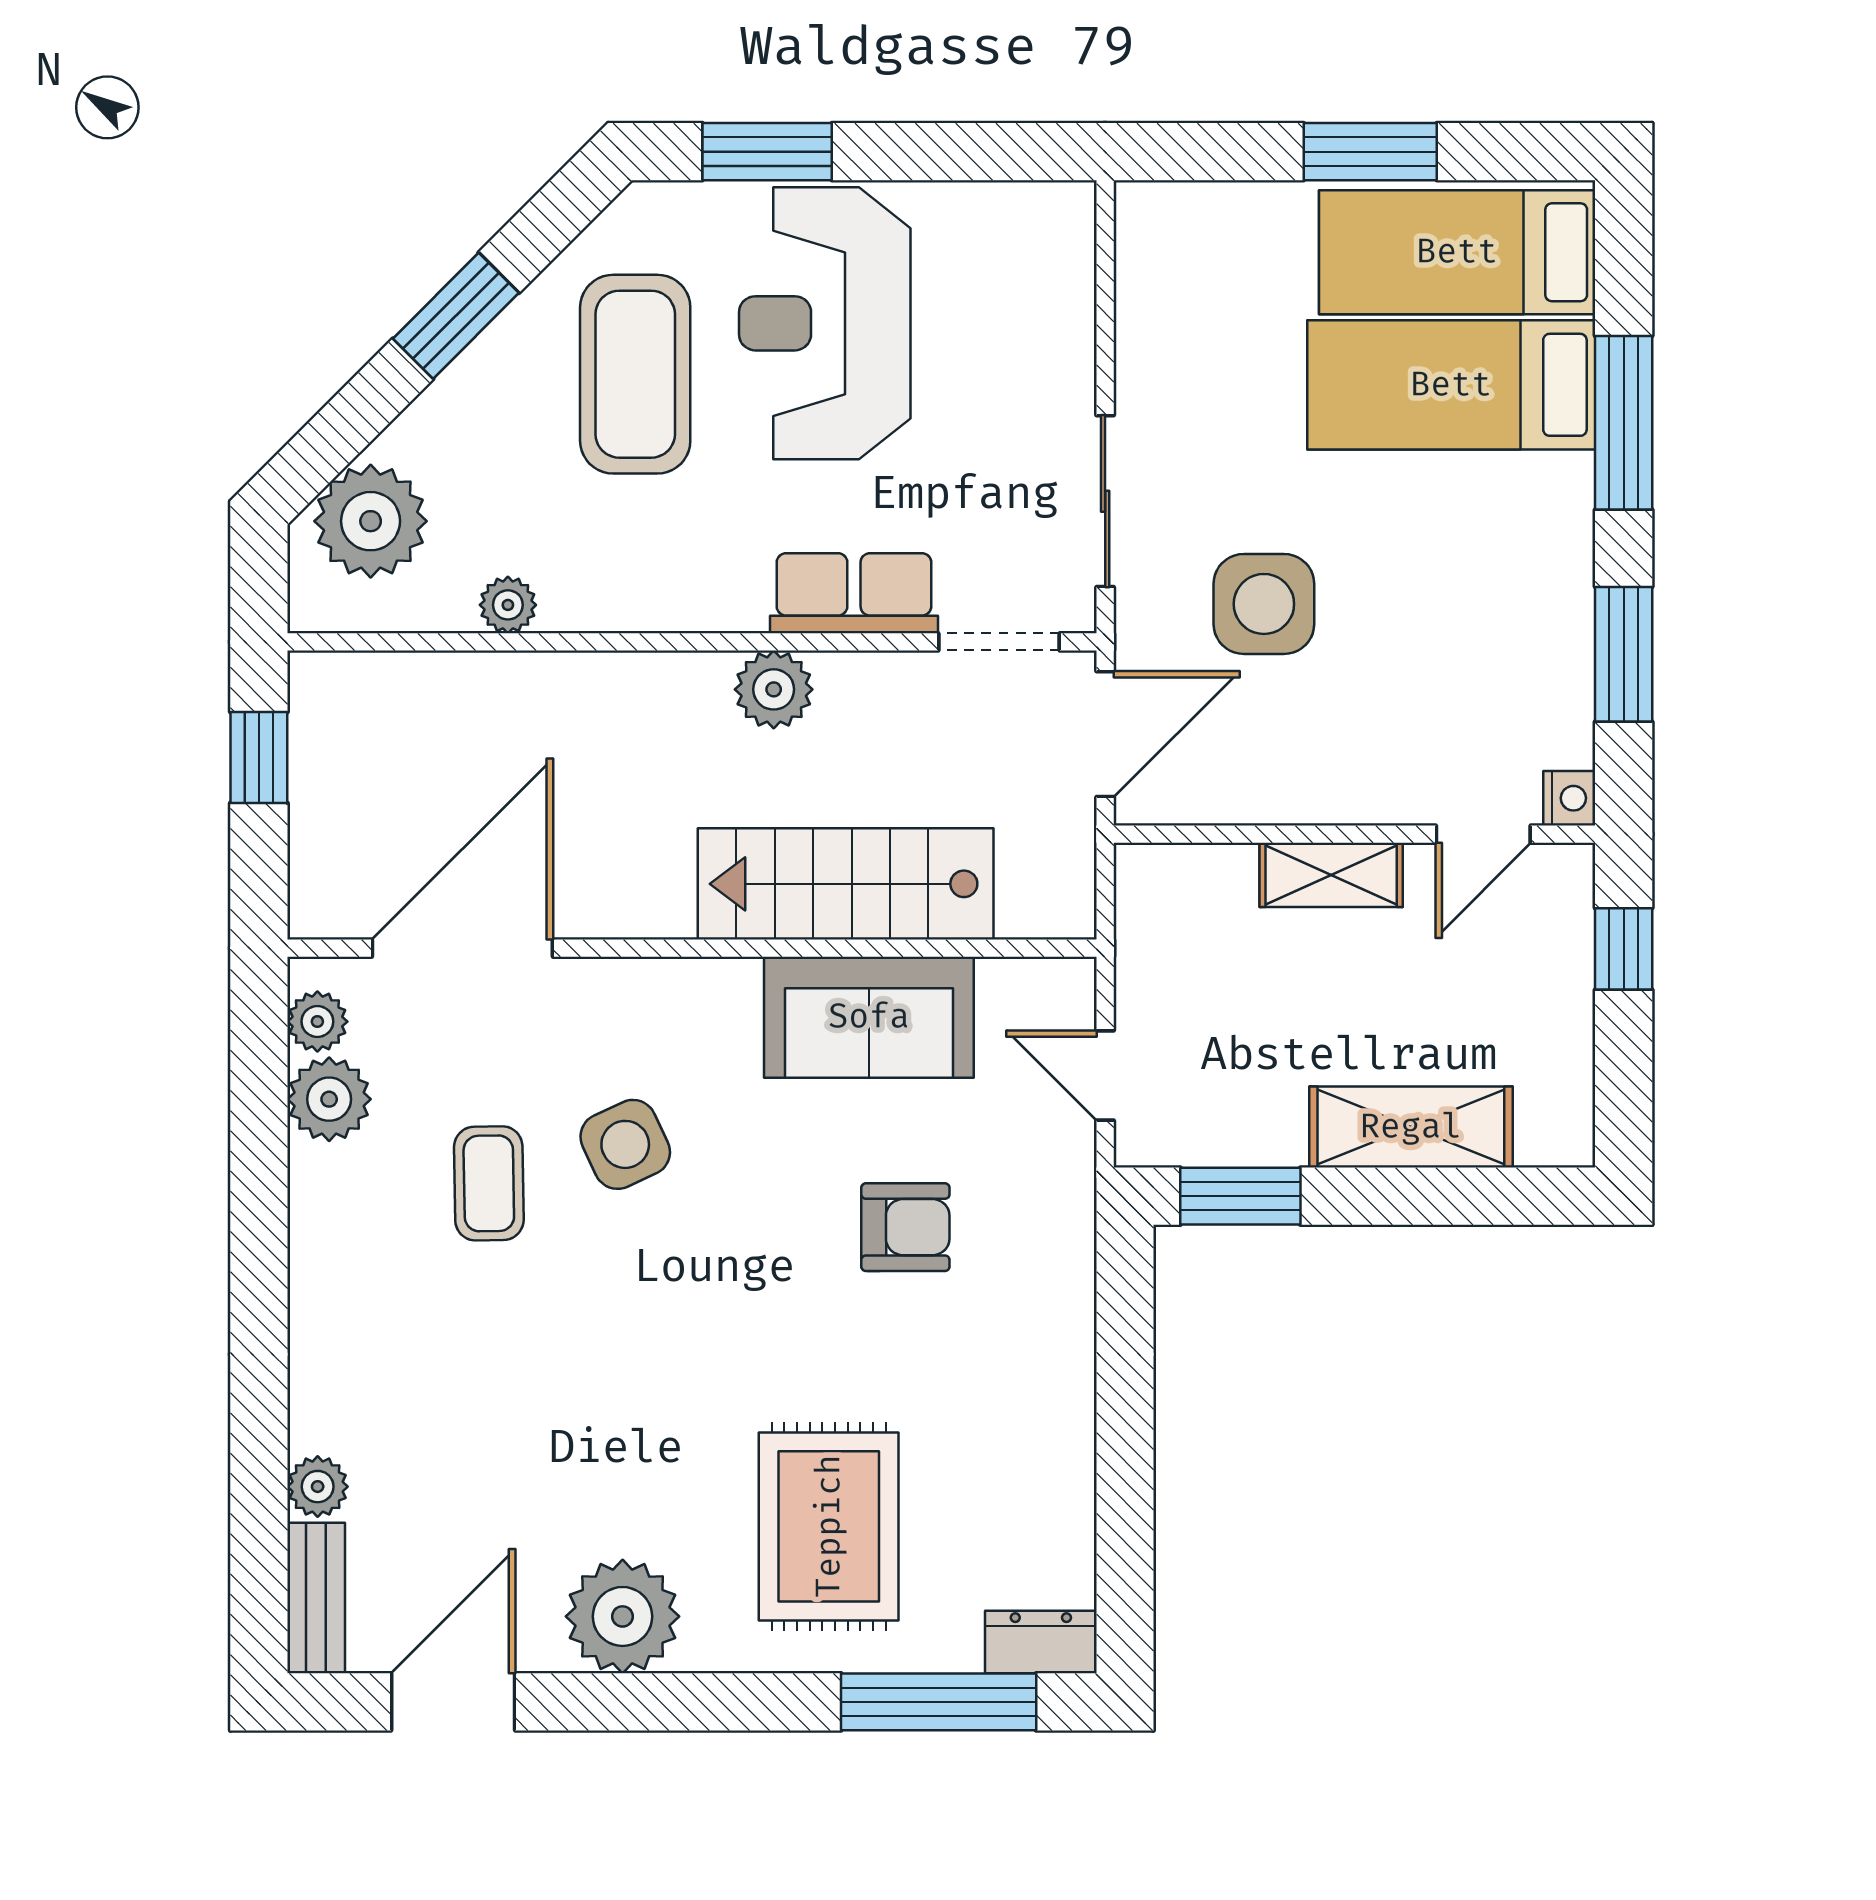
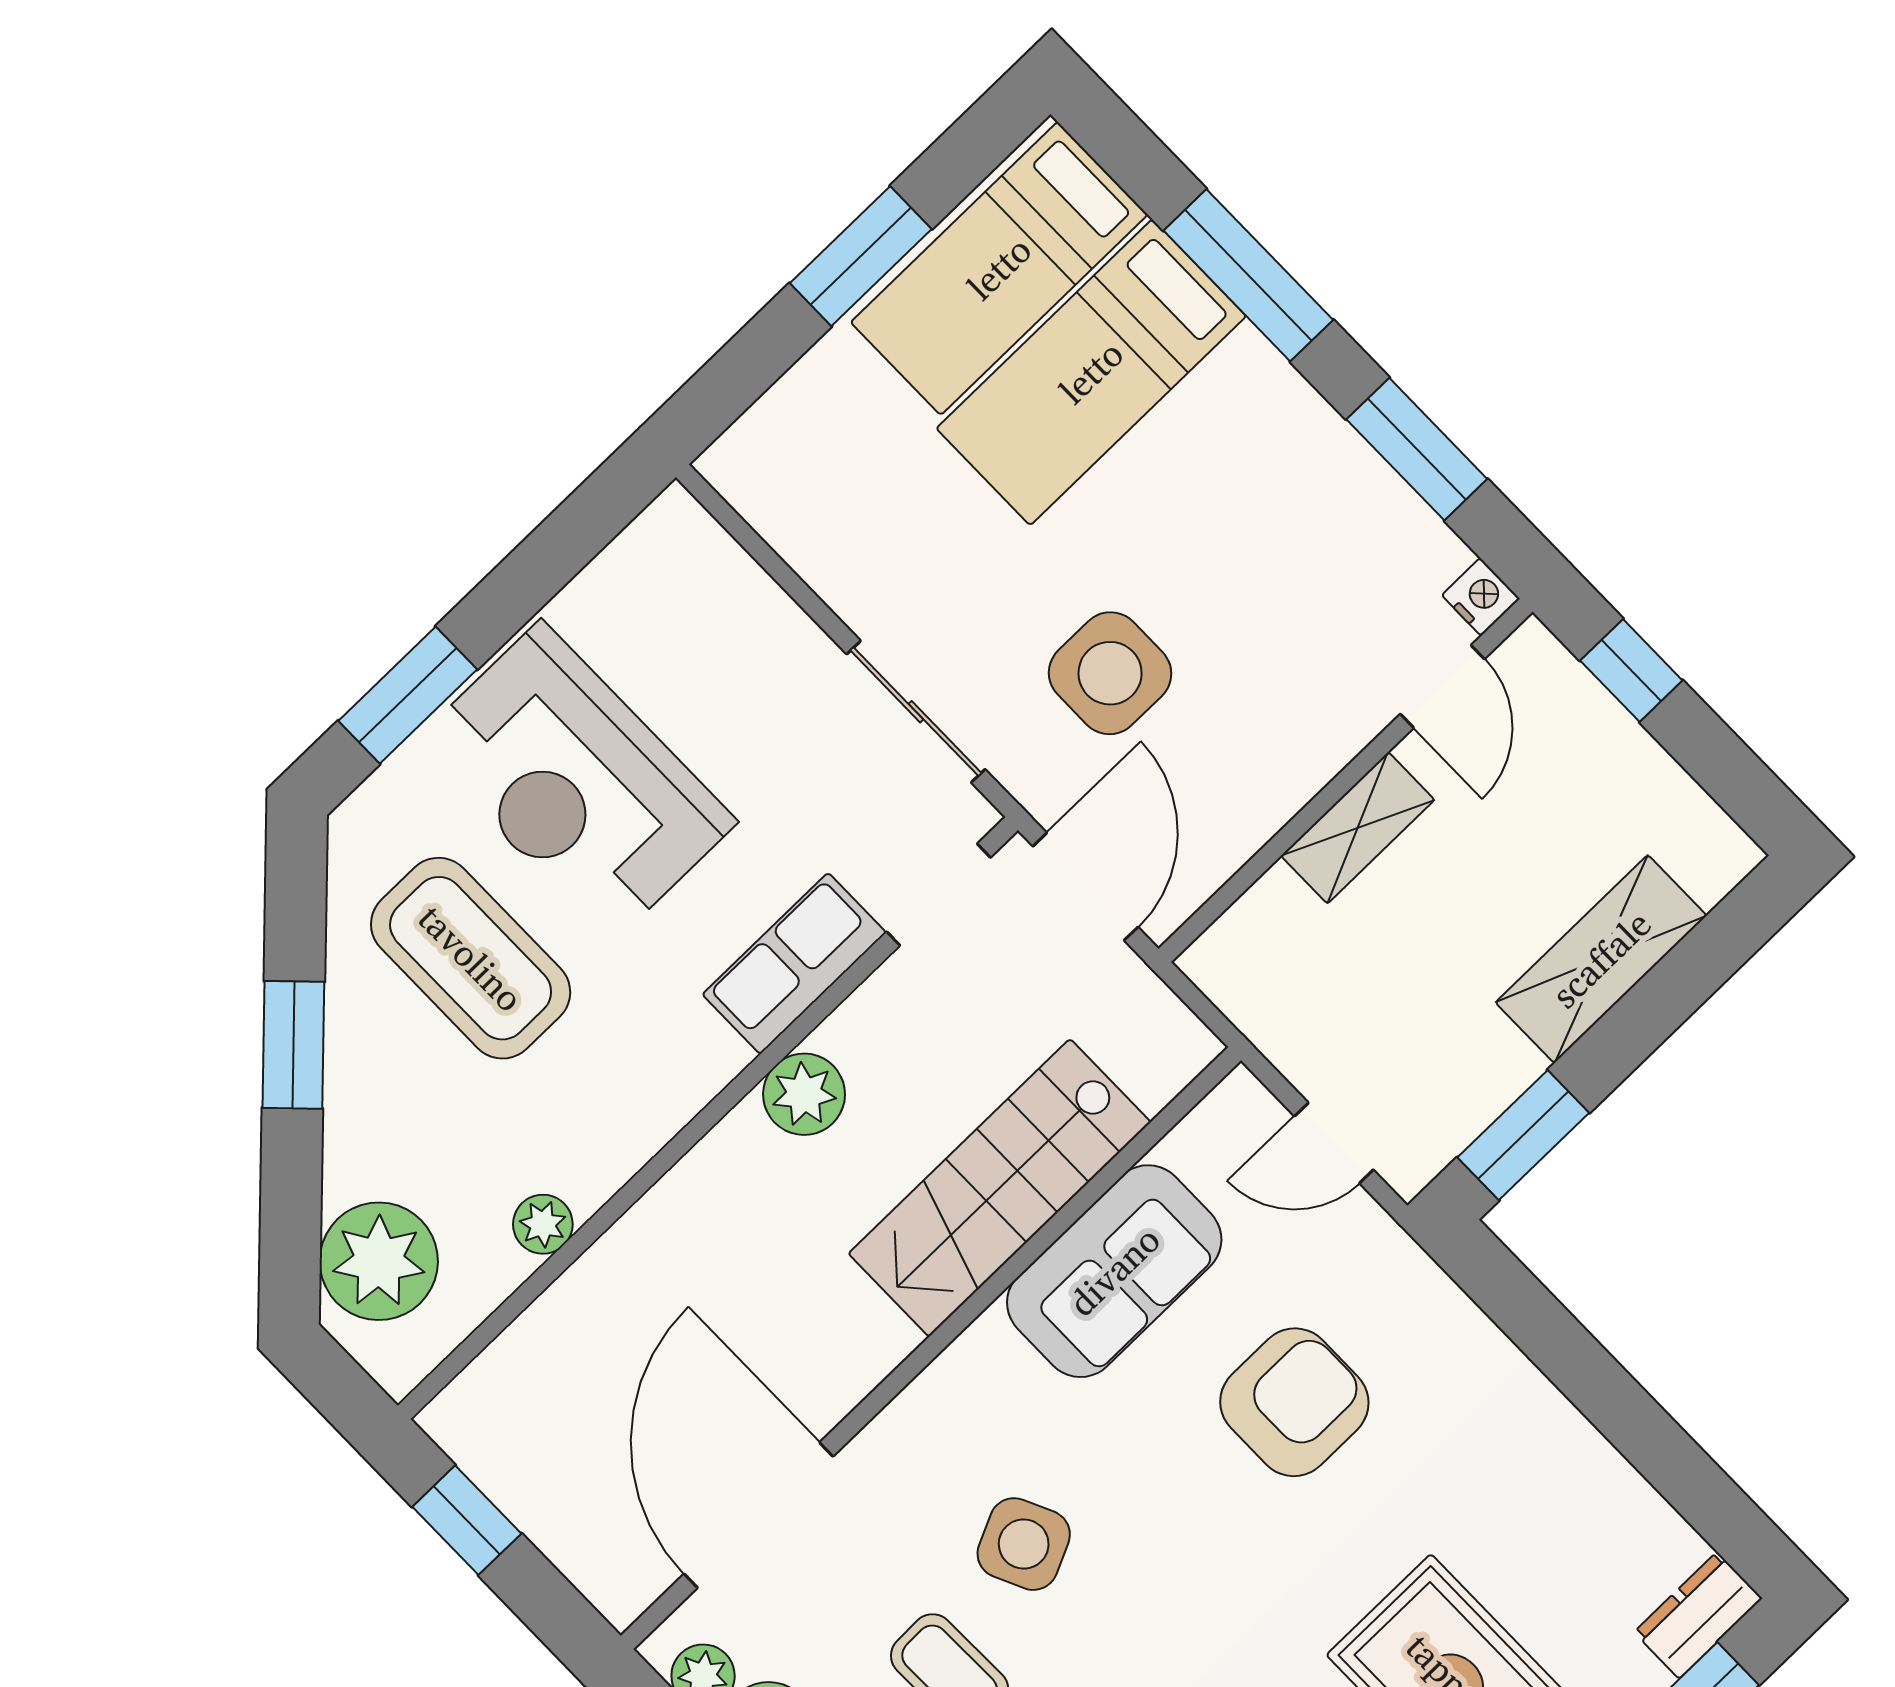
armchair: (905, 1227) -> (1294, 1402), width x1.38, depth x1.38

